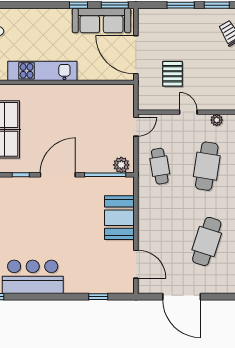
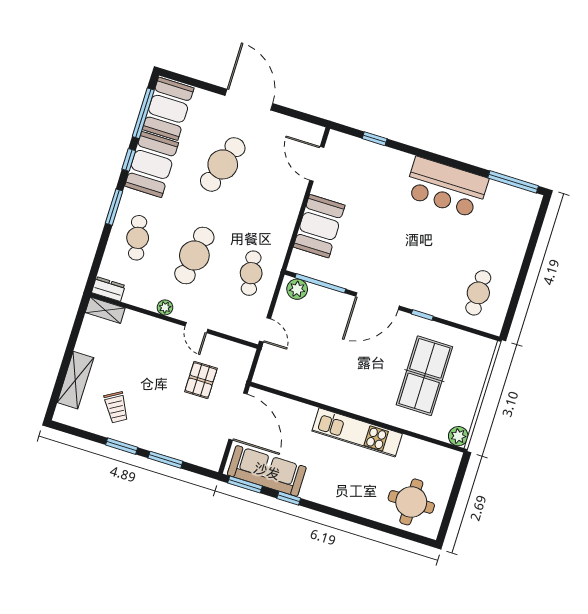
door: (136, 127) -> (265, 330), swing flipped
door: (182, 297) -> (249, 100), moved

